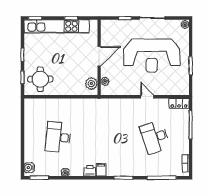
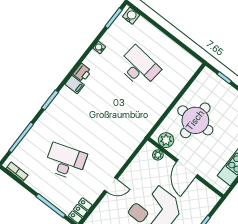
round table: (40, 79) -> (195, 120), moved, width x1.36, depth x1.36

